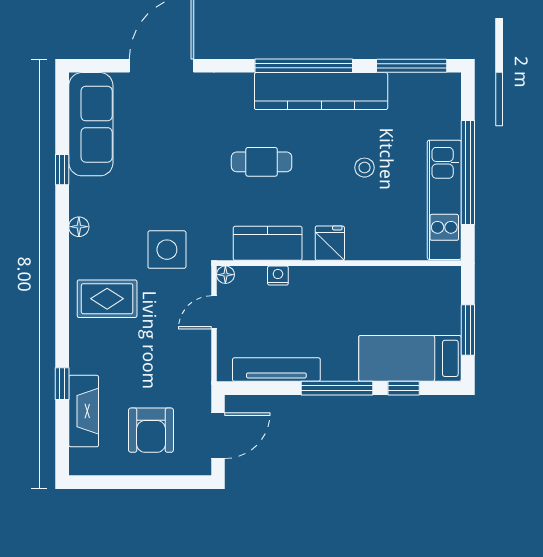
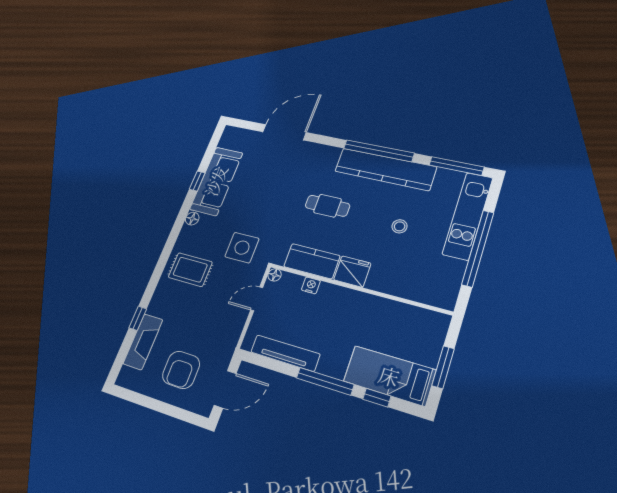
sofa: (91, 124) -> (216, 181), moved
kitchen unit: (444, 200) -> (468, 216), moved
fridge: (330, 243) -> (352, 271), width x1.38

